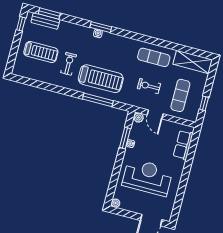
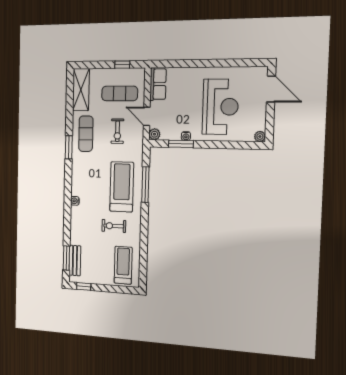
window: (101, 27) -> (69, 147), moved
treadmill: (41, 52) -> (123, 265), moved
door: (155, 114) -> (147, 116), swing flipped
row of seats: (183, 145) -> (158, 84), moved, turned -90
reception desk: (147, 177) -> (220, 107), turned 180

